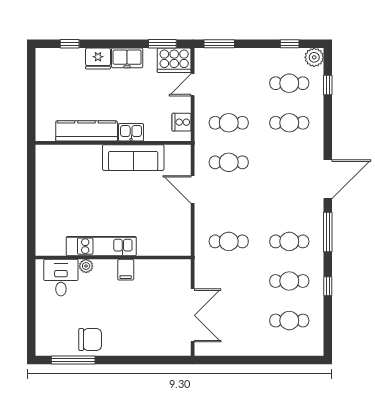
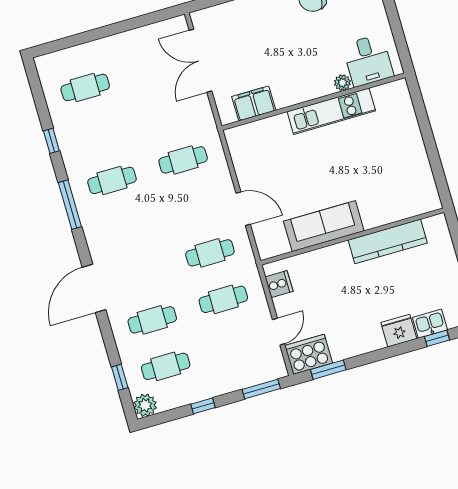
window: (290, 44) -> (203, 406), moved
freezer: (127, 58) -> (365, 341), removed
kitchen sink: (131, 132) -> (430, 324), moved, turned 180
door: (328, 179) -> (94, 288), moved
filing cabinet: (126, 270) -> (254, 103), moved, width x2.00
cafe table: (289, 281) -> (99, 134), removed

